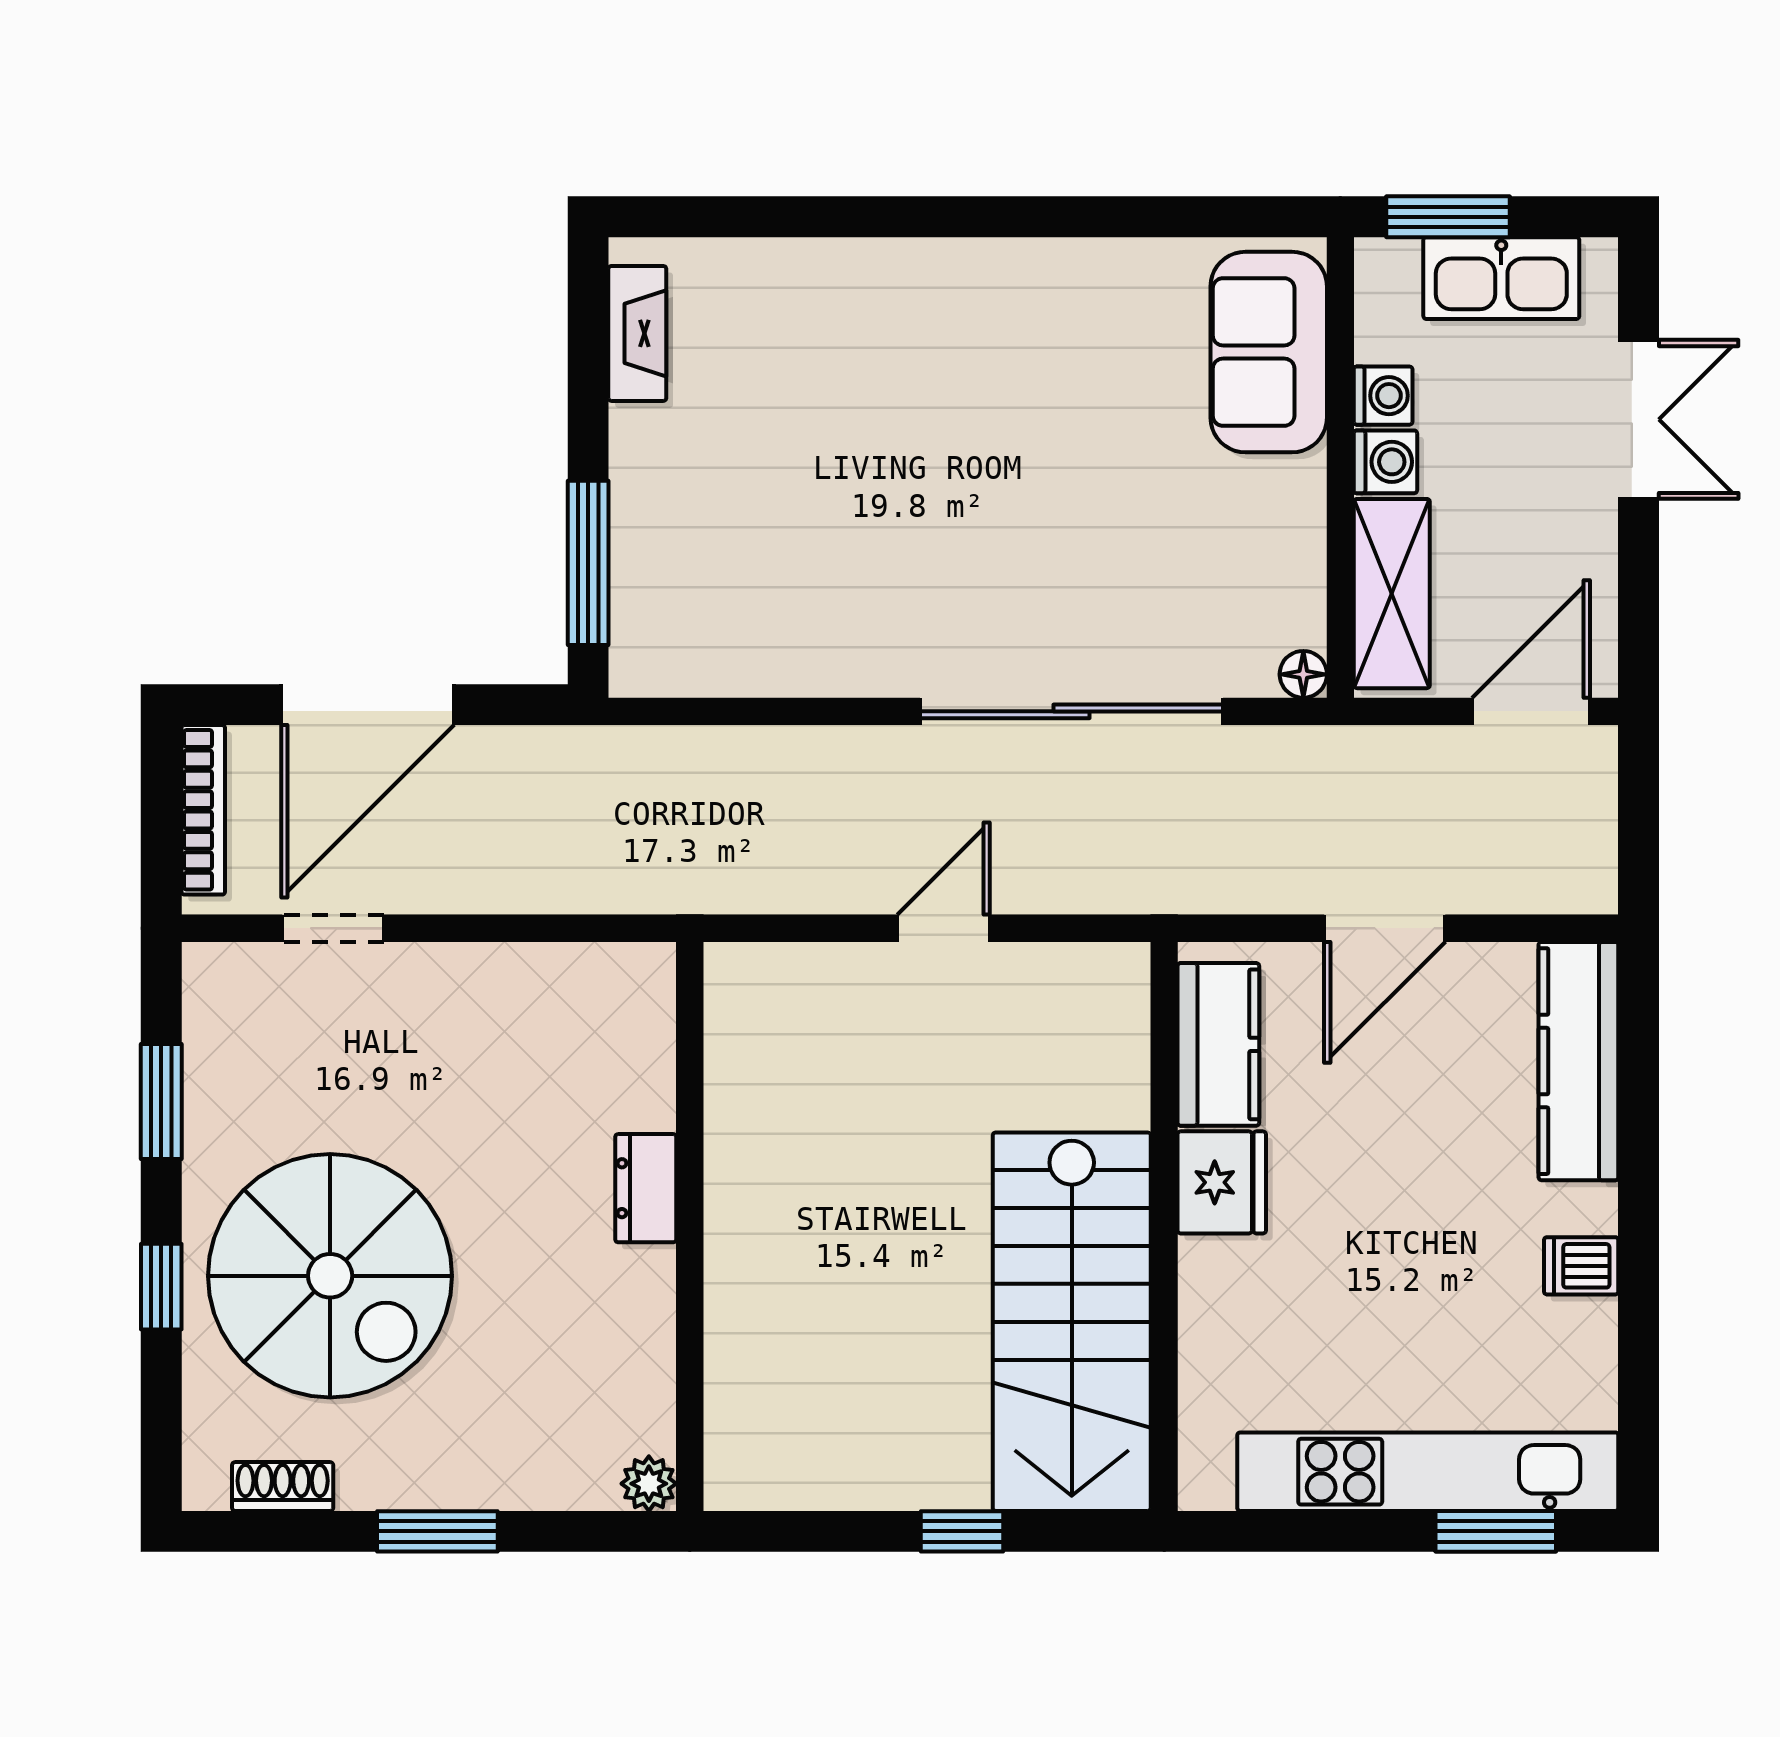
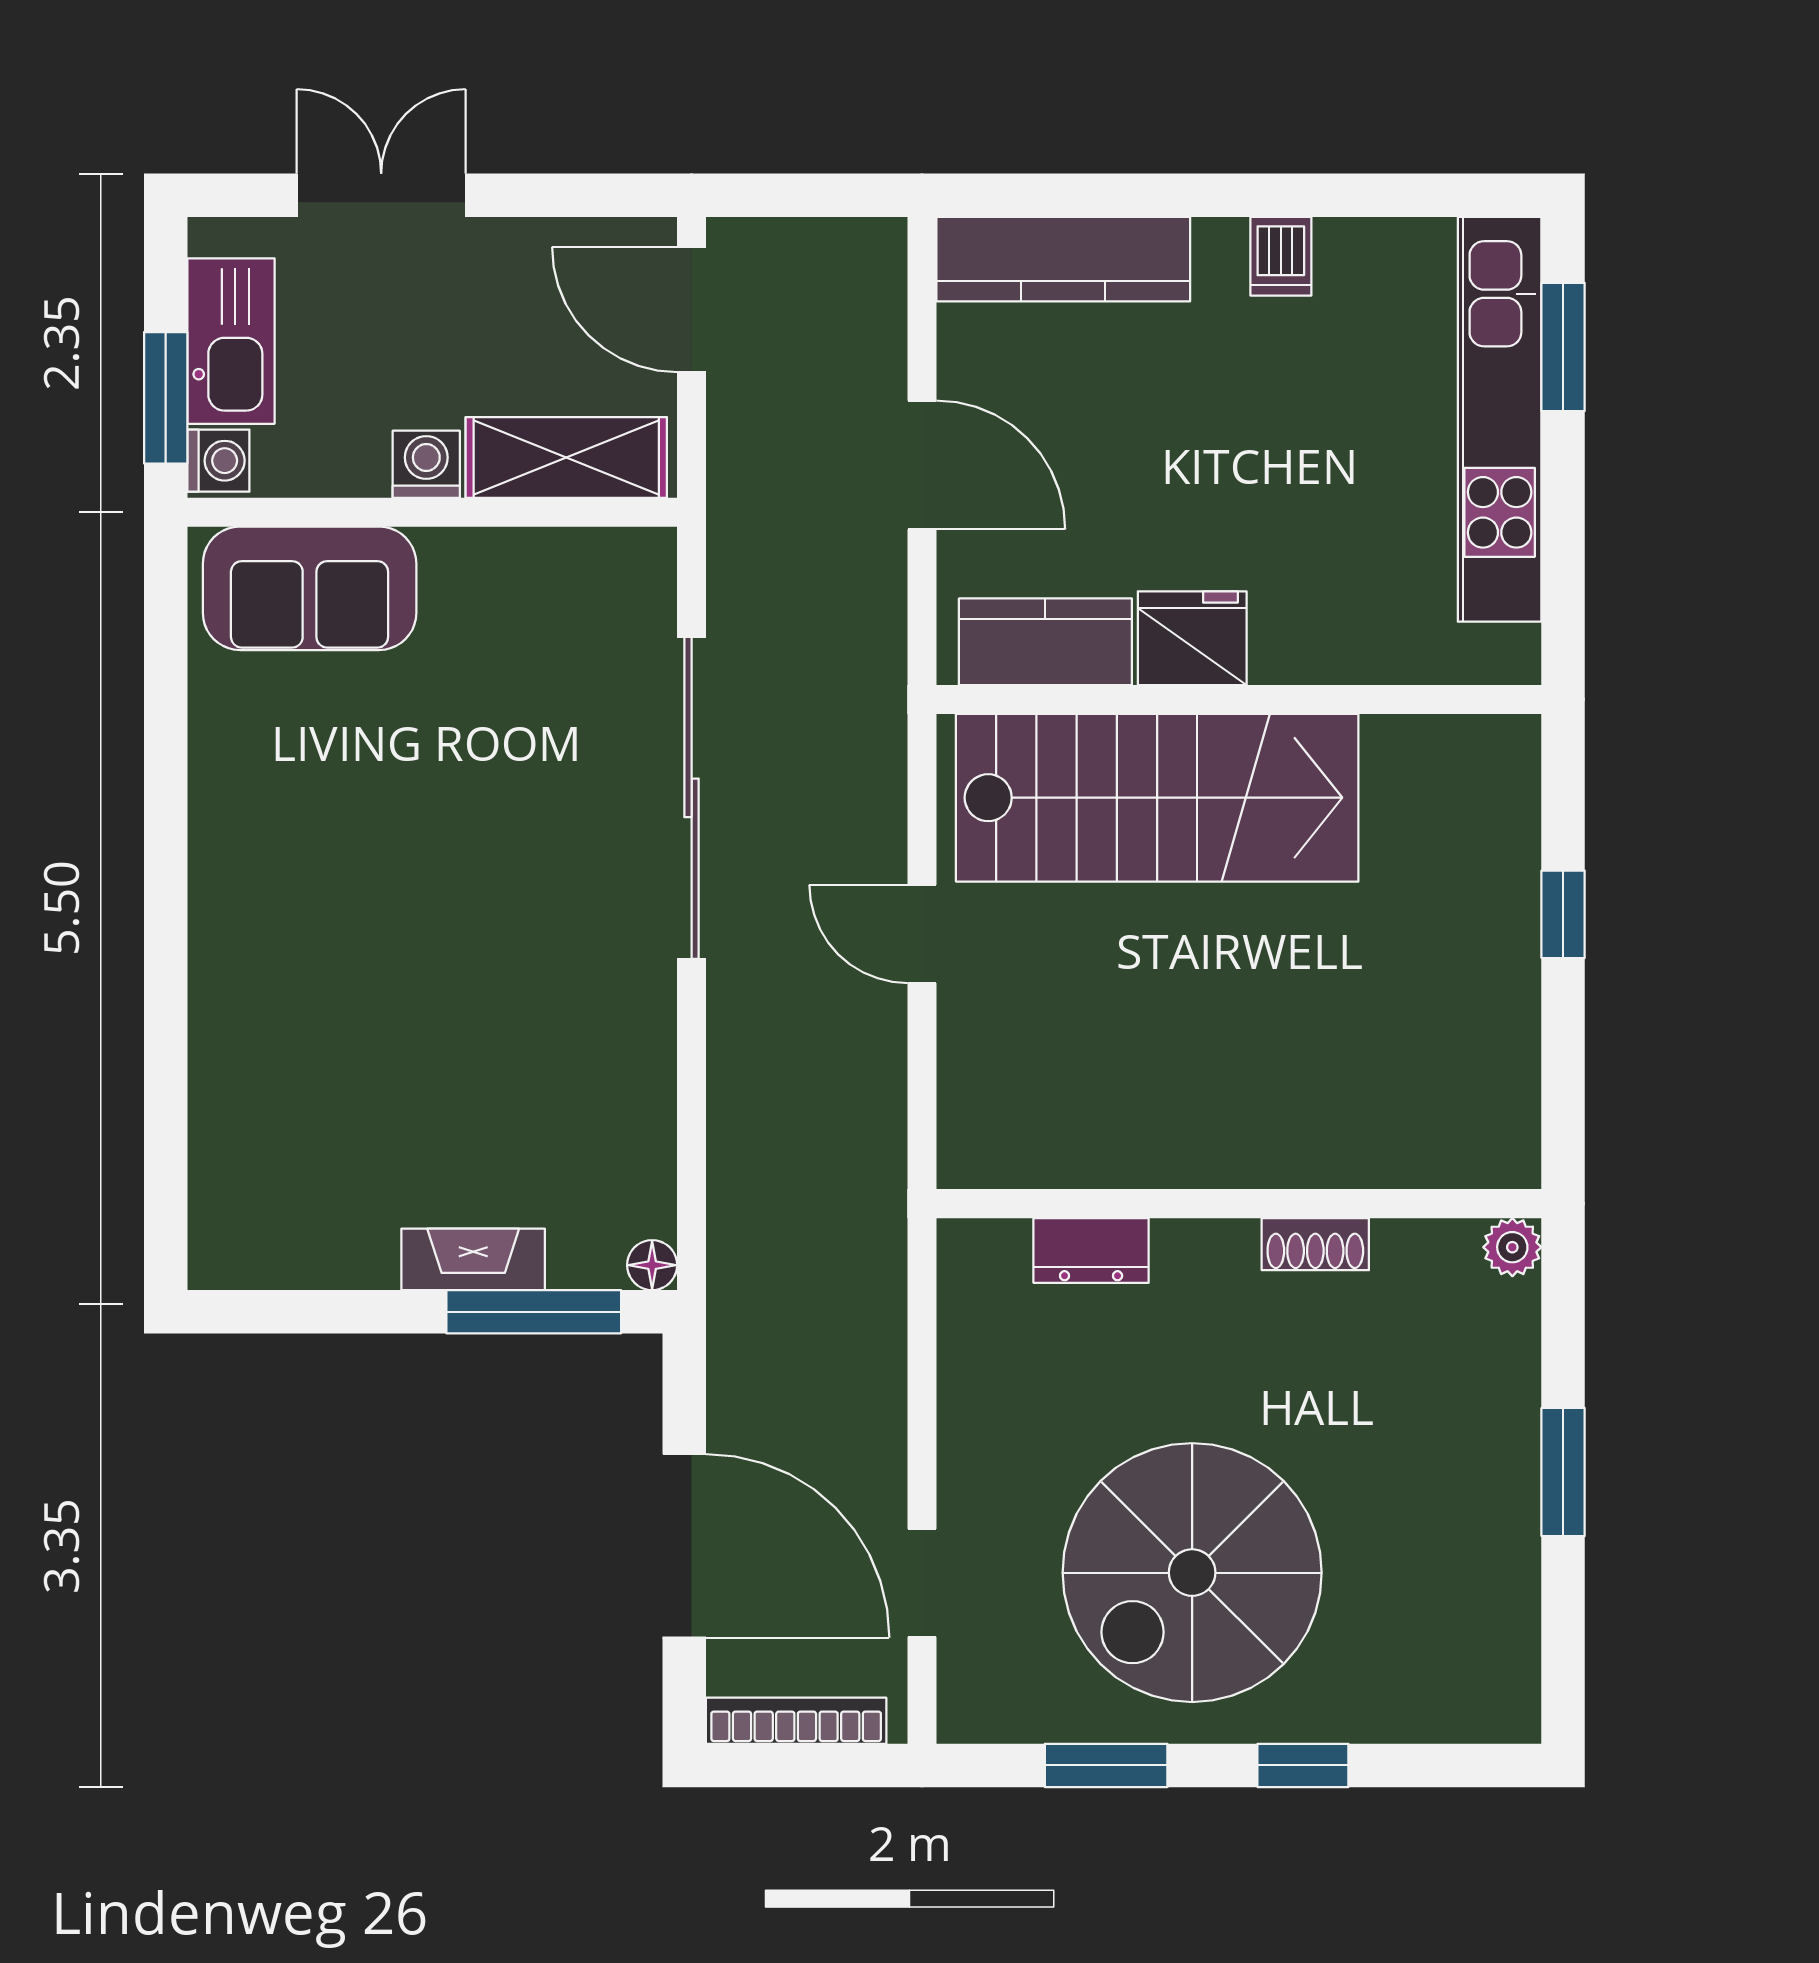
fireplace: (637, 333) -> (473, 1259), moved
washing machine: (1383, 396) -> (218, 461), moved, turned 90
floor lamp: (1303, 674) -> (652, 1265), moved
dresser: (646, 1188) -> (1091, 1250), moved
spiral stairs: (330, 1276) -> (1192, 1573), moved, turned 180
stairs: (1072, 1322) -> (1157, 798), moved
shoe rack: (283, 1487) -> (1315, 1244), moved, turned -90

